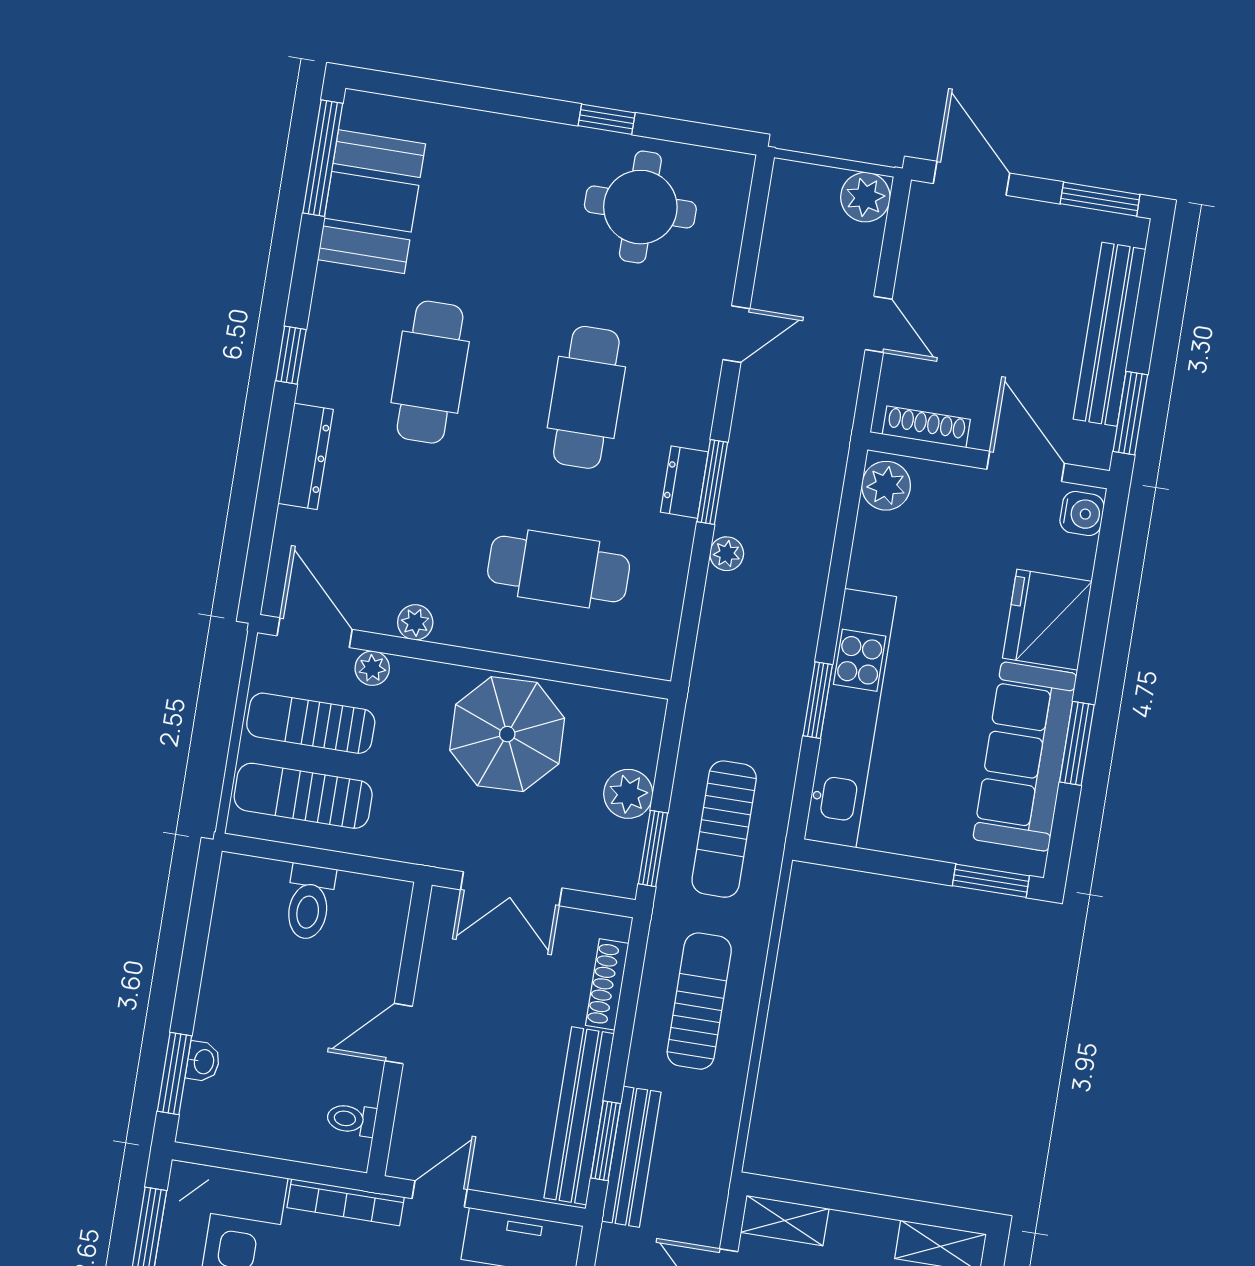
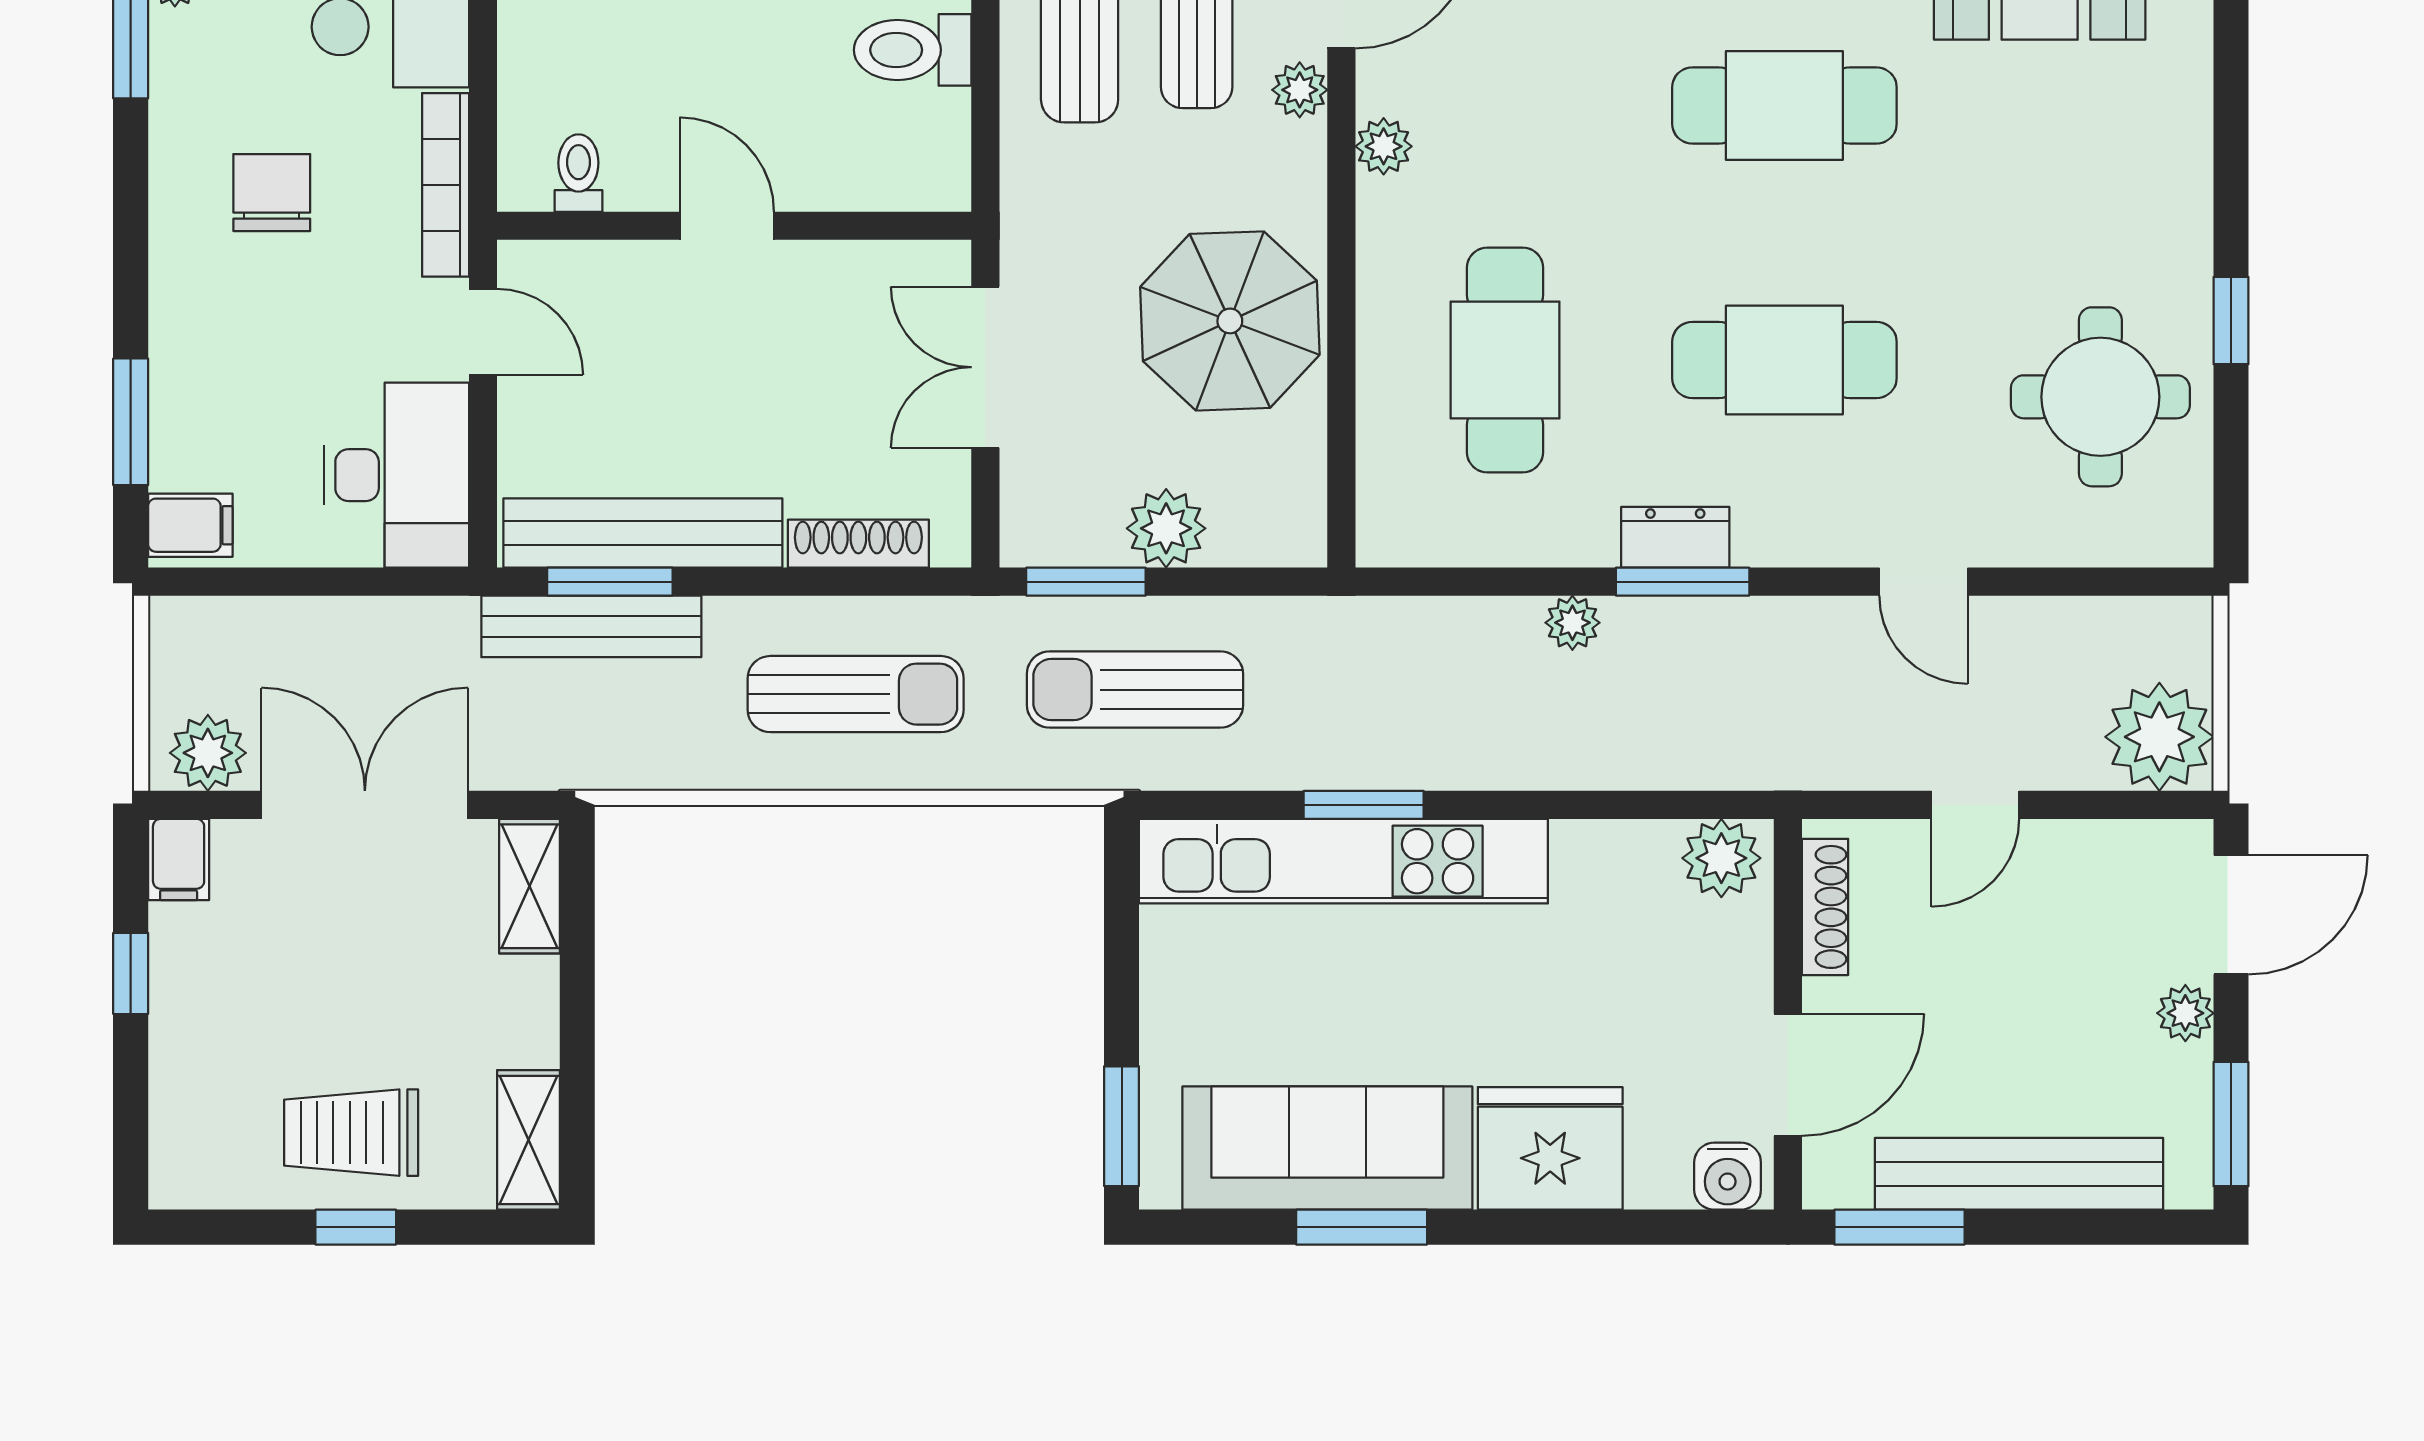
plant: (865, 197) -> (2159, 737), width x1.36, depth x1.36
plant: (1027, 216) -> (2185, 1013), added

